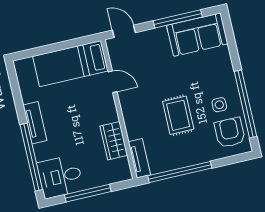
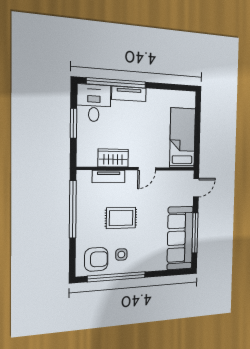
sofa: (197, 35) -> (180, 238), width x1.36
door: (112, 82) -> (147, 169), moved
tv unit: (35, 123) -> (129, 94), moved
tv unit: (139, 158) -> (109, 176), moved
window: (88, 193) -> (73, 123), width x0.69

